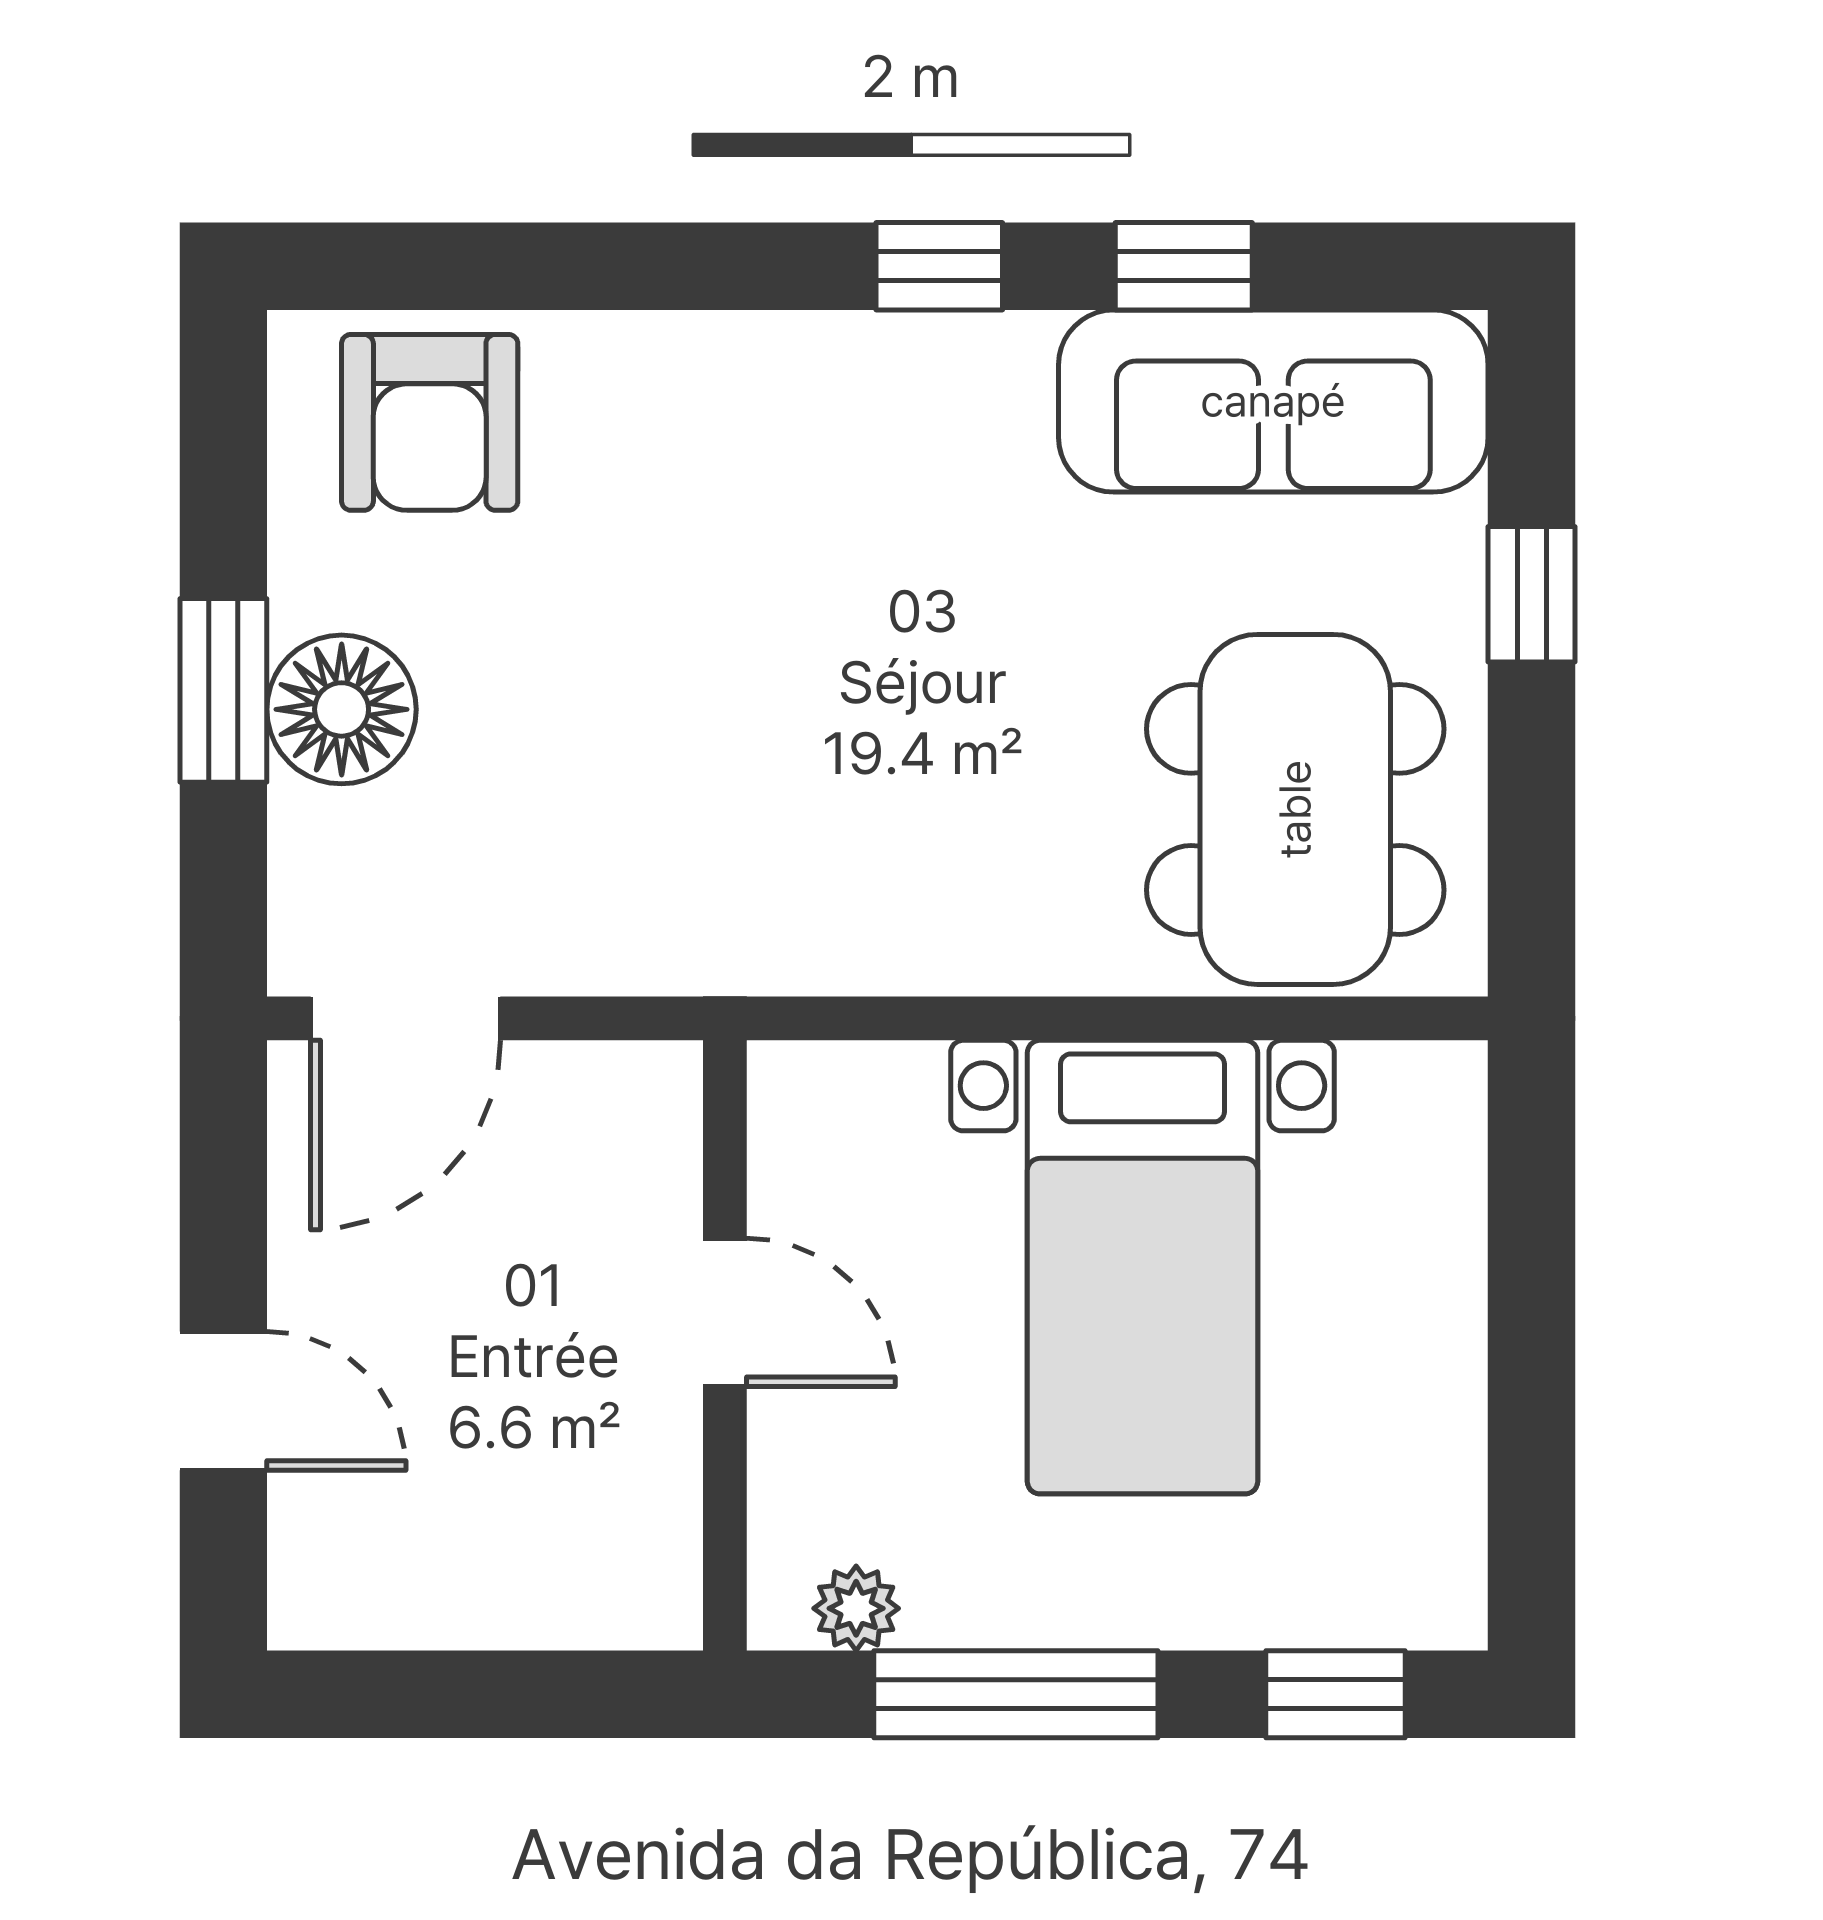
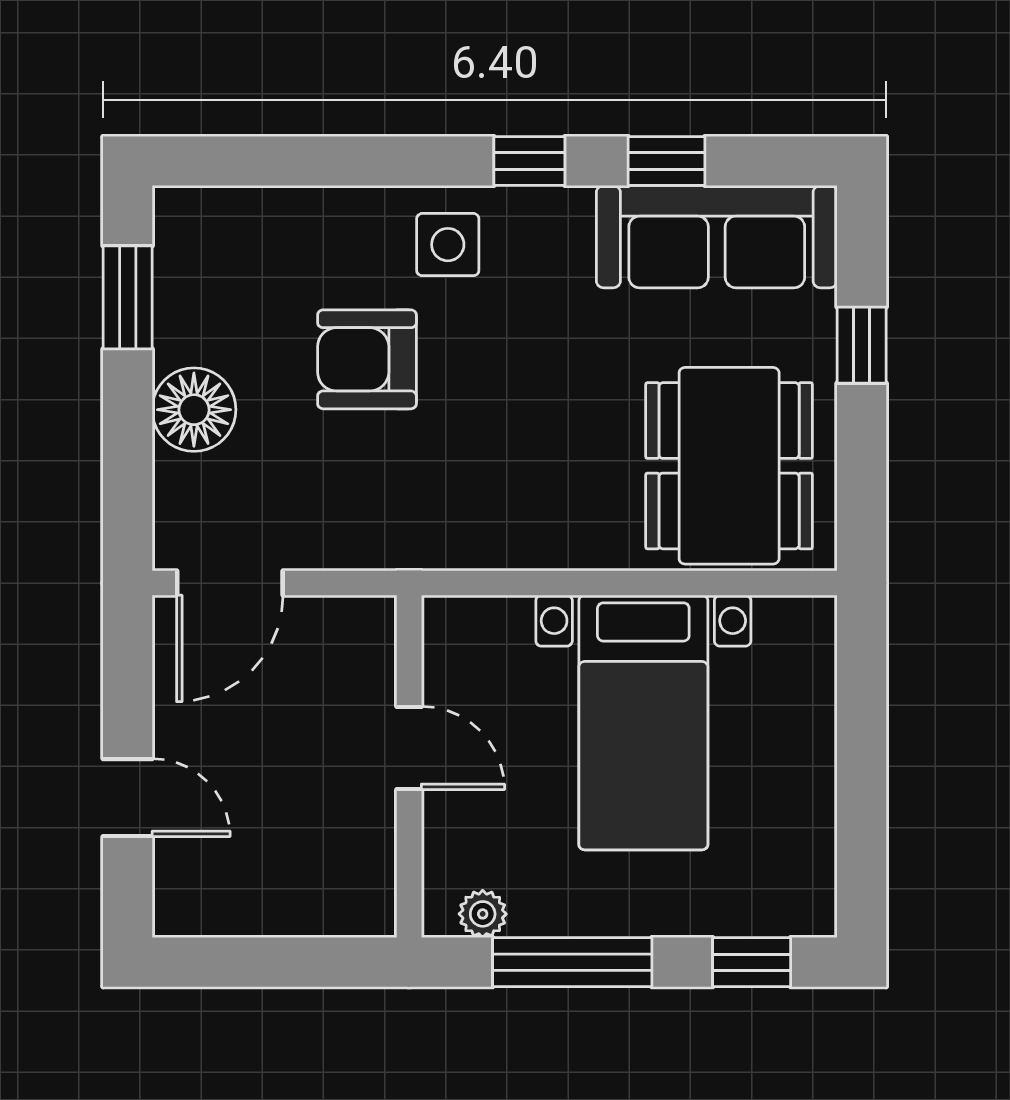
side table: (794, 415) -> (448, 245), added
armchair: (430, 422) -> (367, 359), moved, turned 90
window: (223, 690) -> (128, 297), moved

